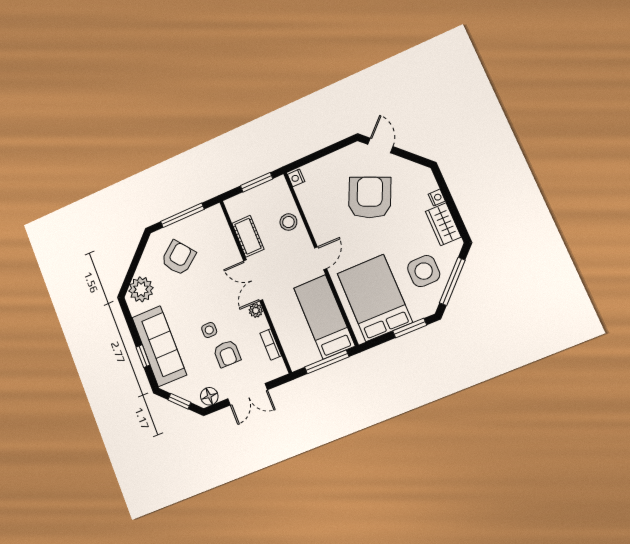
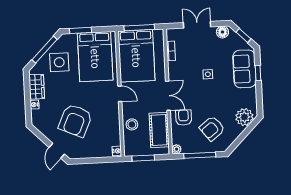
cot: (248, 236) -> (159, 130), width x1.37, depth x1.34
door: (321, 258) -> (120, 94), swing flipped
plant: (256, 311) -> (177, 149), moved
bed: (324, 317) -> (136, 56), width x1.50
sofa: (159, 346) -> (244, 69), width x0.73
armchair: (227, 354) -> (184, 118), moved

